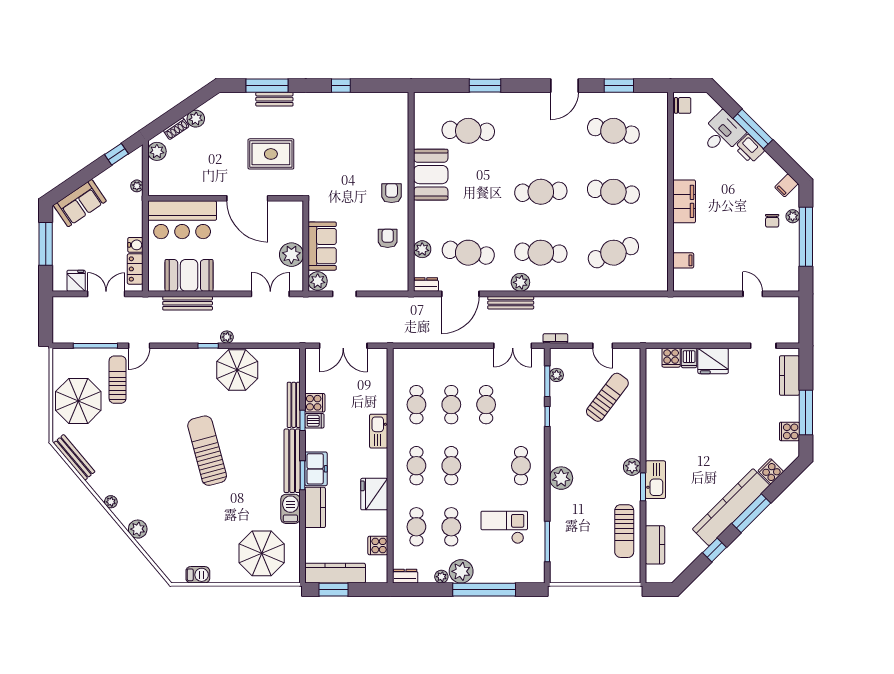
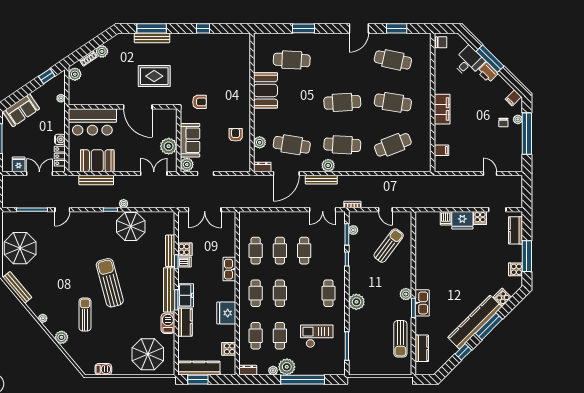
bench: (274, 99) -> (152, 38), width x1.36
armchair: (392, 193) -> (200, 102), moved, turned 90
cooker: (671, 358) -> (480, 218), moved
sun lounger: (118, 380) -> (85, 314), moved

